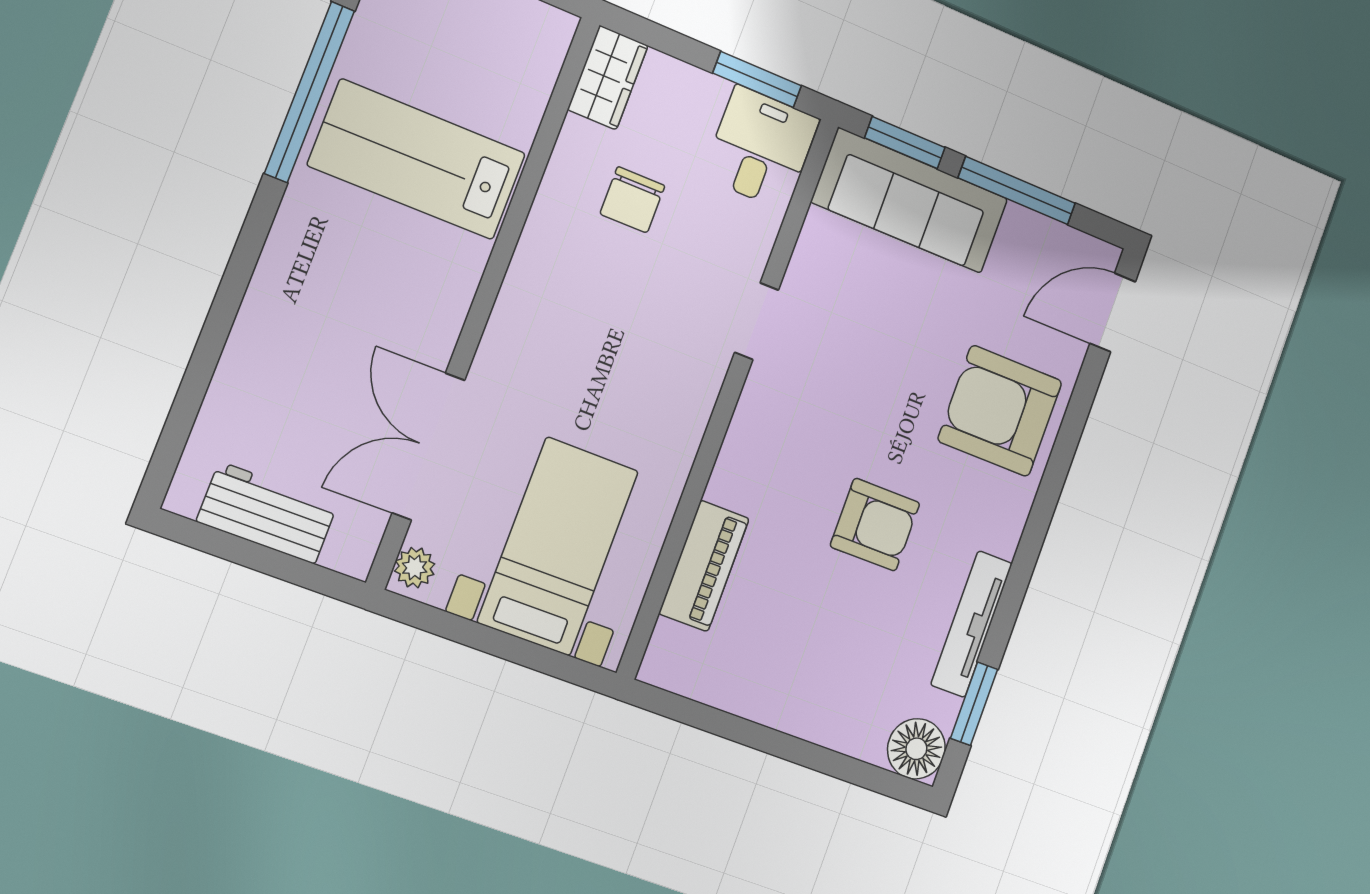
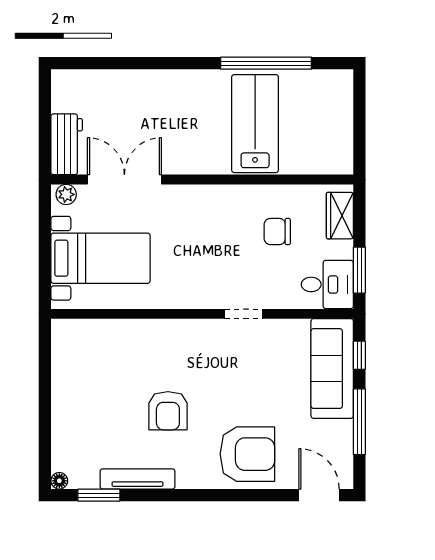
wardrobe: (608, 77) -> (340, 216), moved, turned 90
window: (905, 143) -> (359, 355), width x0.67
armchair: (1000, 411) -> (247, 454), turned 90
workbench: (267, 513) -> (67, 144), moved
piano: (704, 566) -> (117, 332), removed
floor lamp: (916, 749) -> (59, 481), width x0.53, depth x0.53

